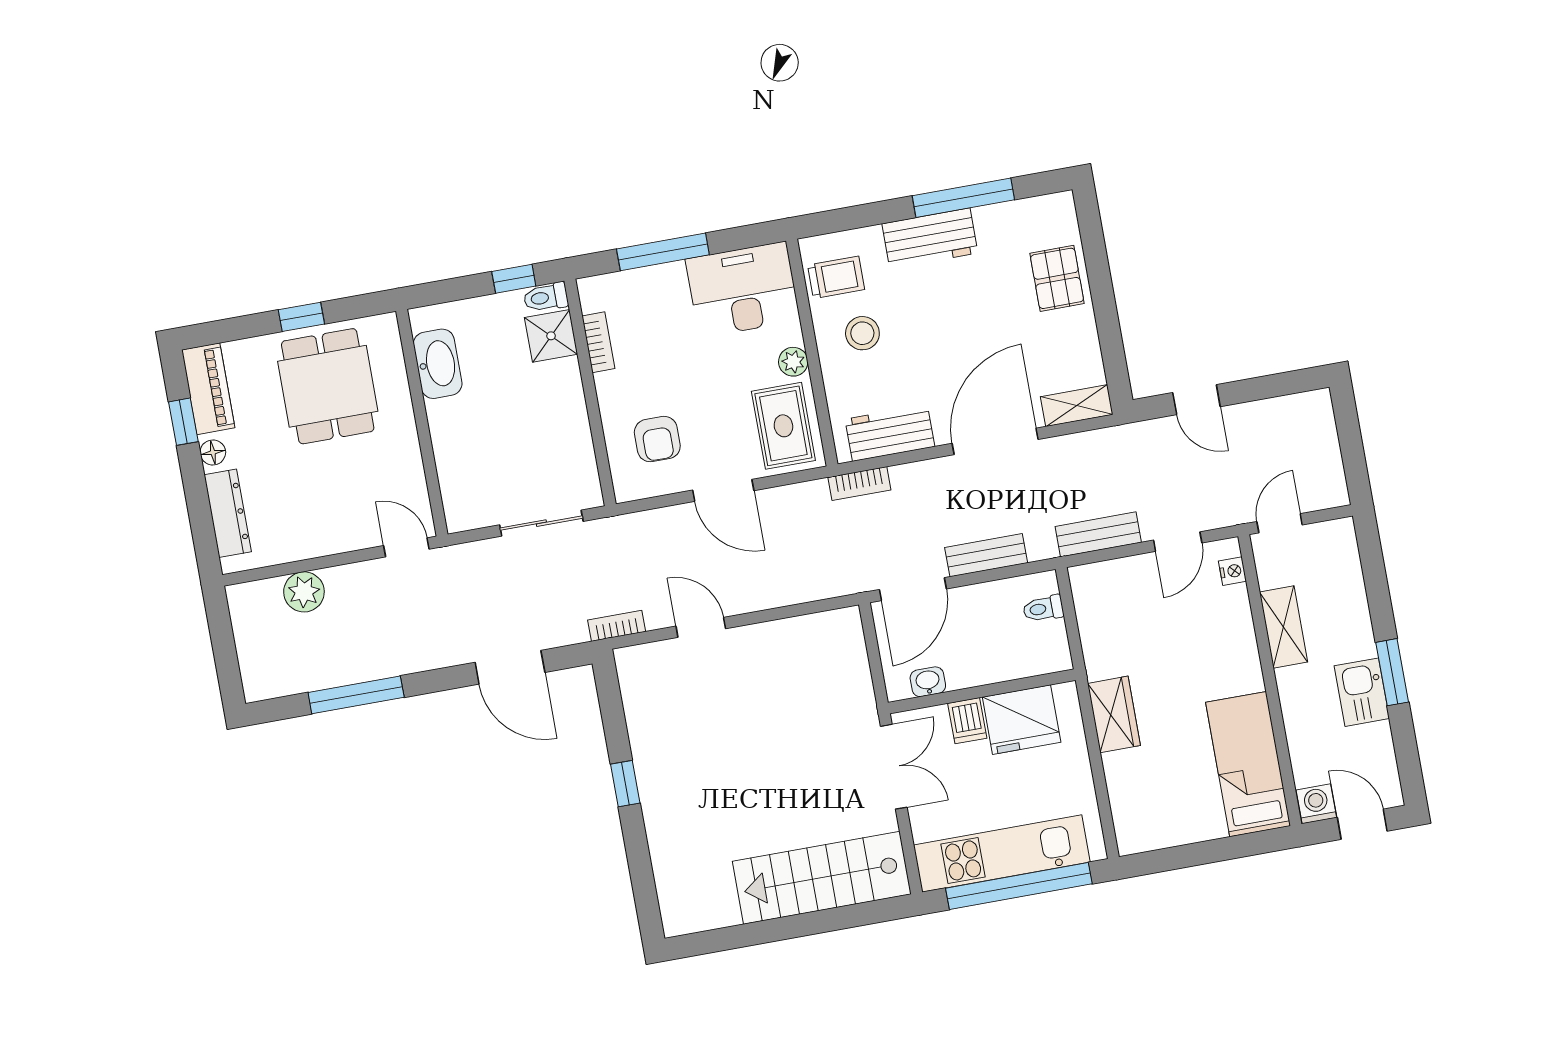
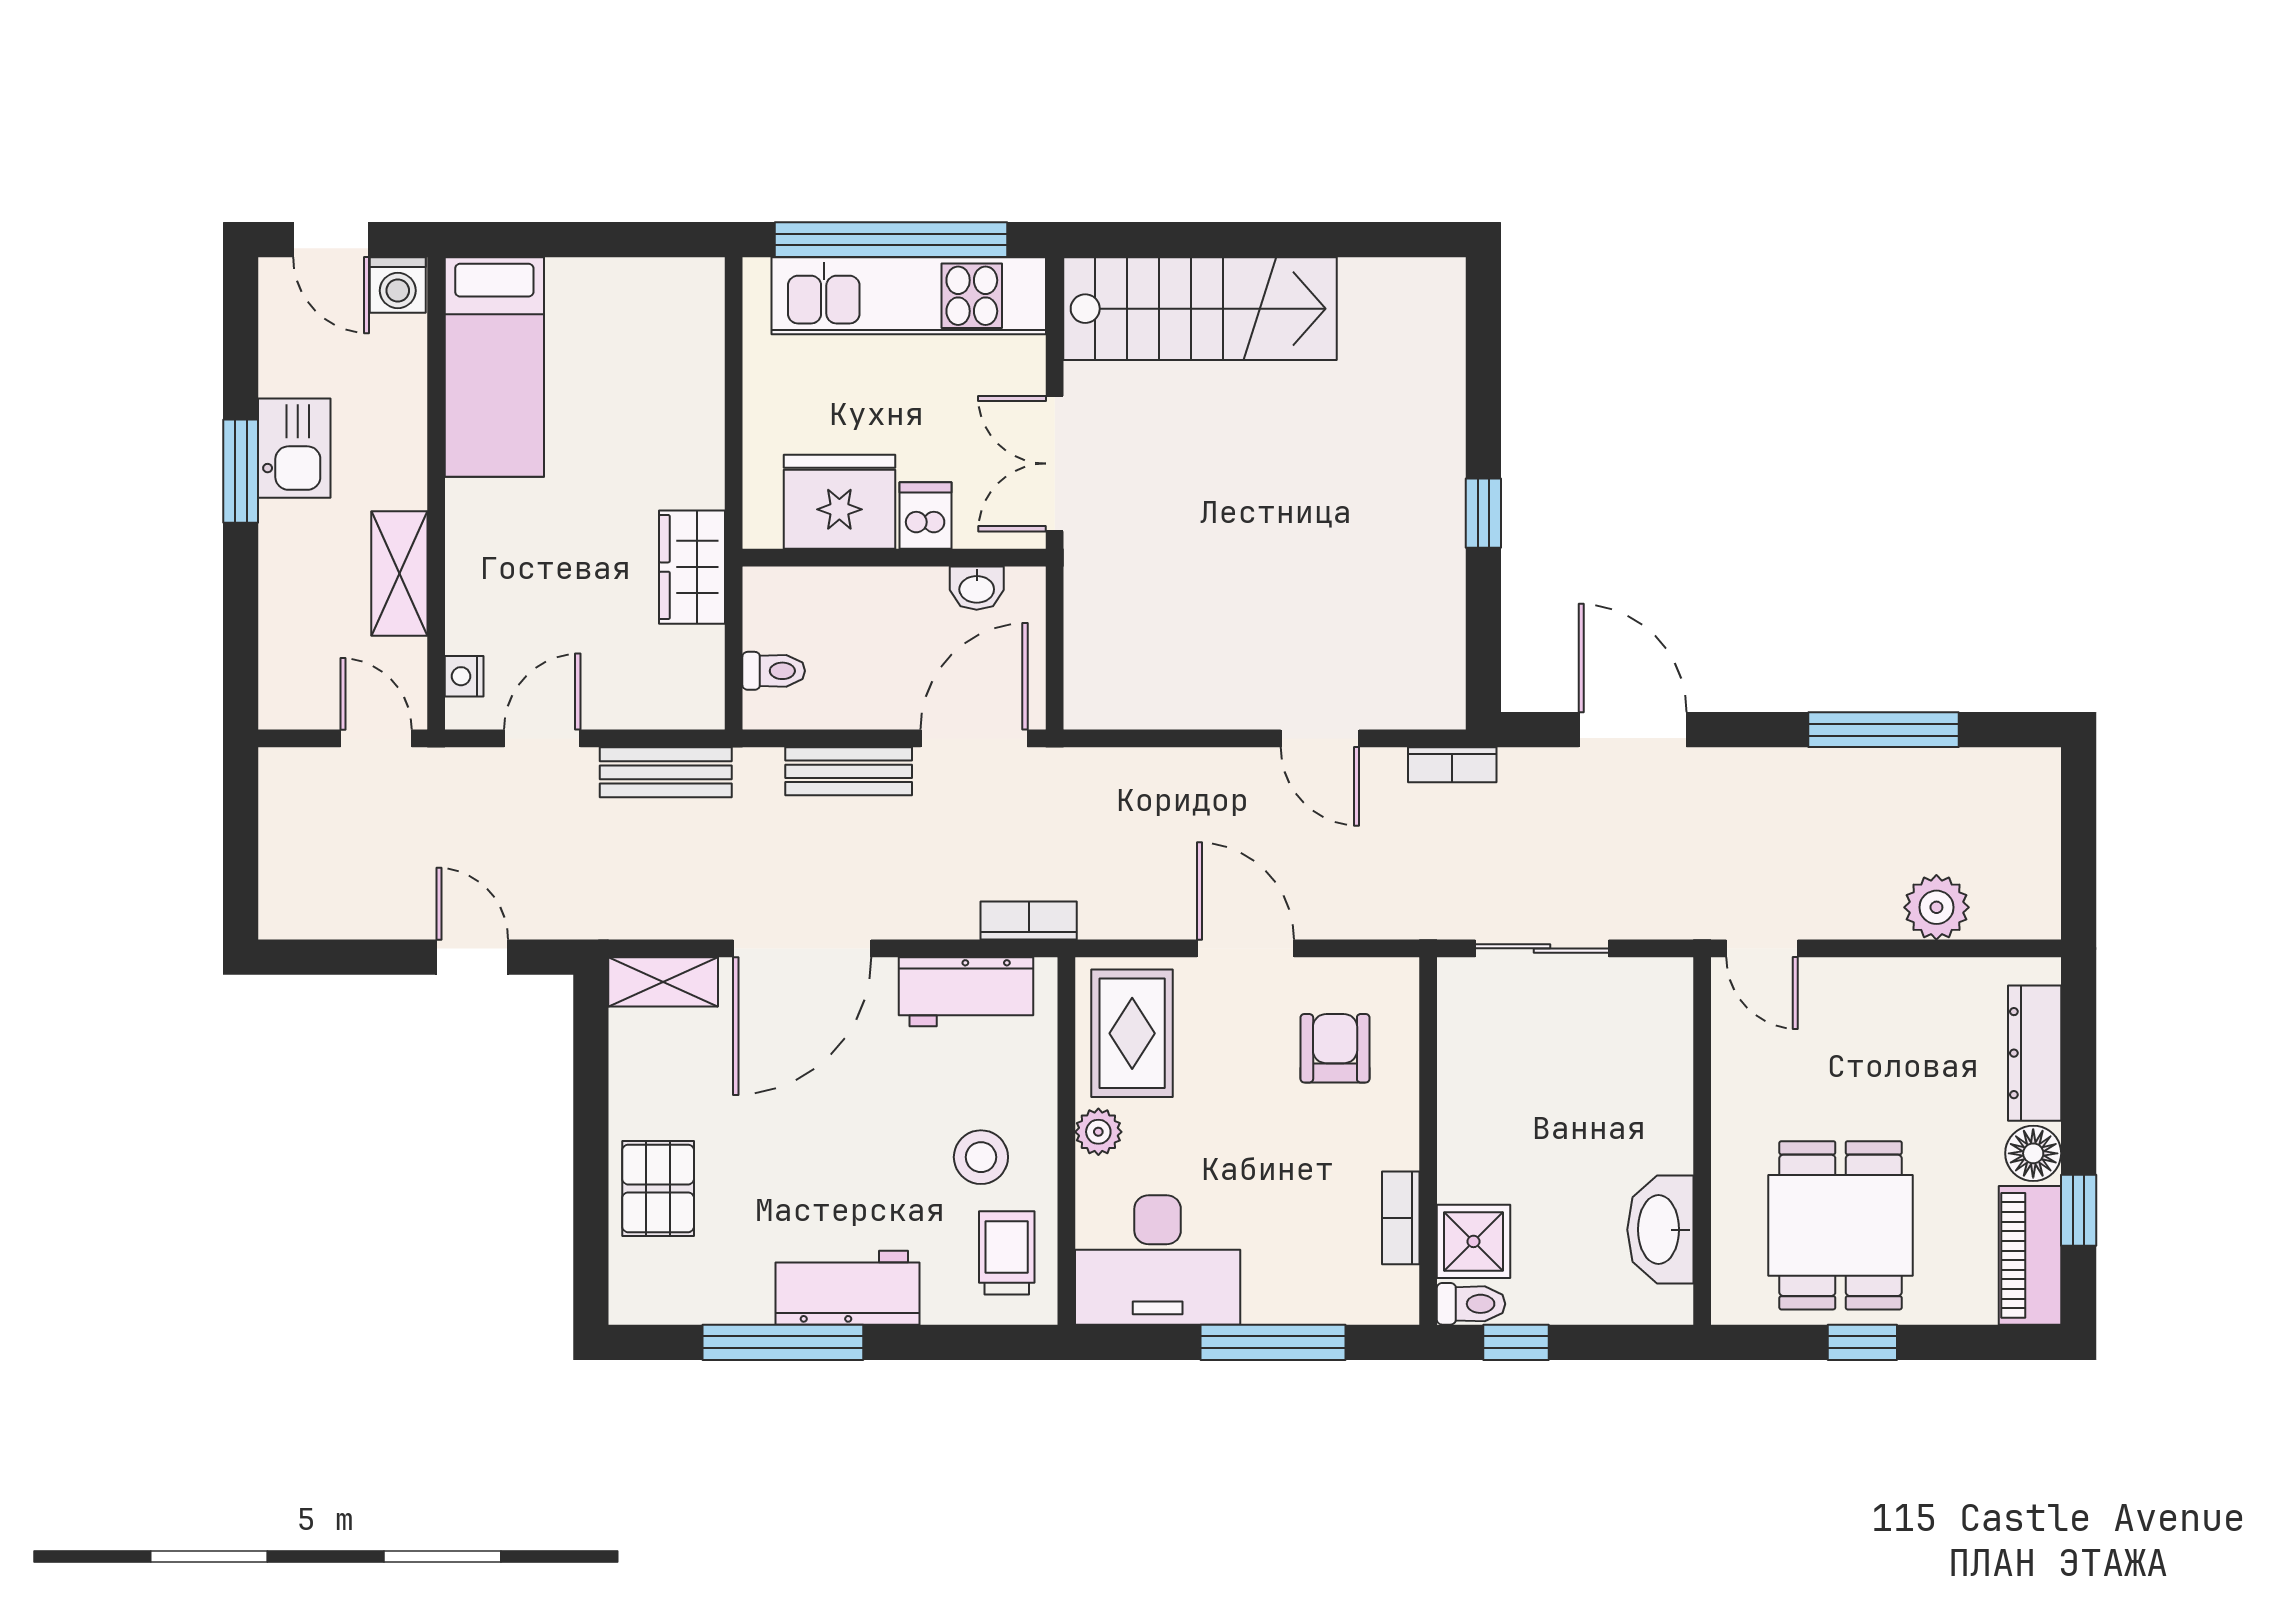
trolley: (836, 277) -> (1007, 1253), turned 90
floor lamp: (213, 452) -> (2033, 1153), width x1.37, depth x1.37
door: (1280, 523) -> (376, 738), swing flipped
wardrobe: (1114, 714) -> (692, 567), moved

